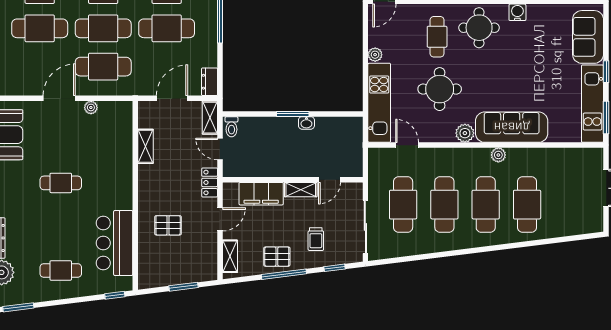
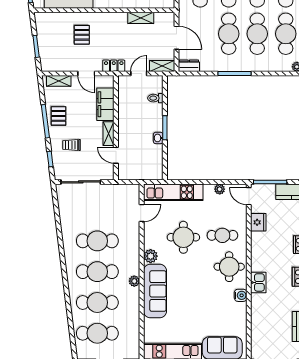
plant: (375, 55) -> (220, 189), moved
toilet: (231, 127) -> (155, 98), moved
cafe table: (403, 205) -> (97, 333), moved

